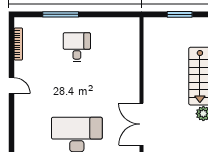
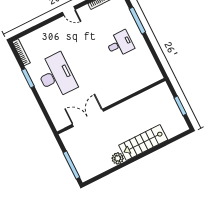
door: (12, 86) -> (69, 11), hinge flipped

